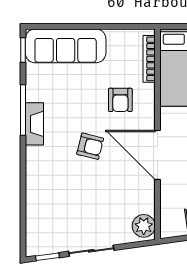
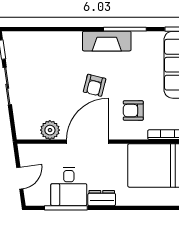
fireplace: (34, 124) -> (107, 41), width x1.37, depth x1.32
plant: (144, 226) -> (50, 130), moved

